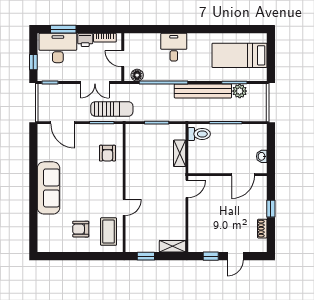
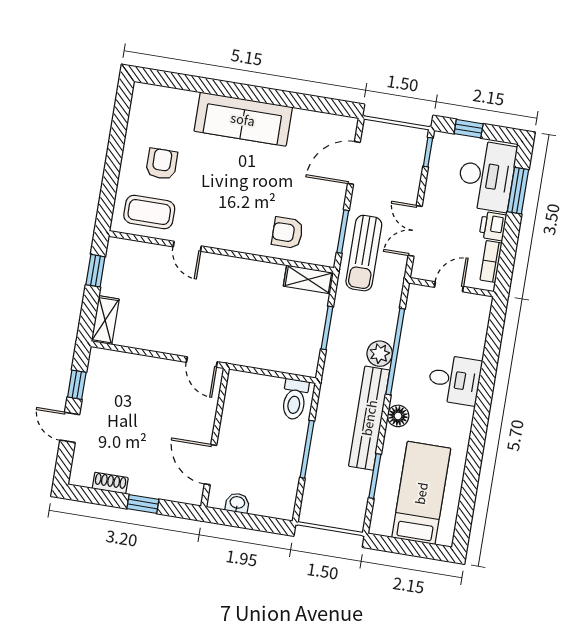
floor lamp: (137, 75) -> (398, 416), moved
plant: (240, 91) -> (380, 354), moved
shelving: (180, 153) -> (308, 279), moved

